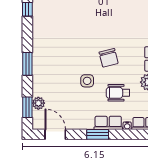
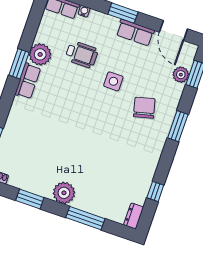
chair: (109, 58) -> (144, 108), moved
row of seats: (108, 123) -> (135, 33), moved

